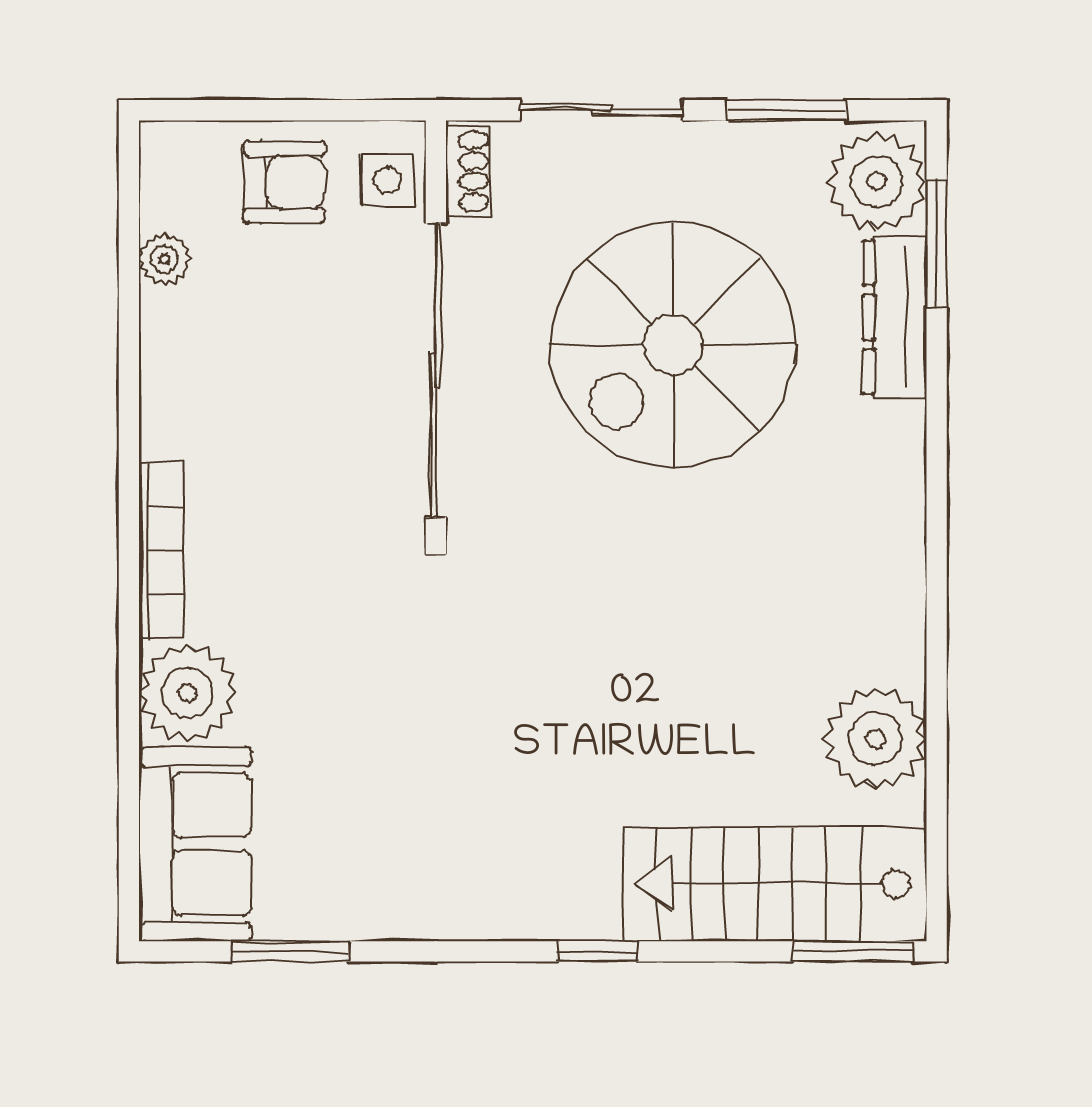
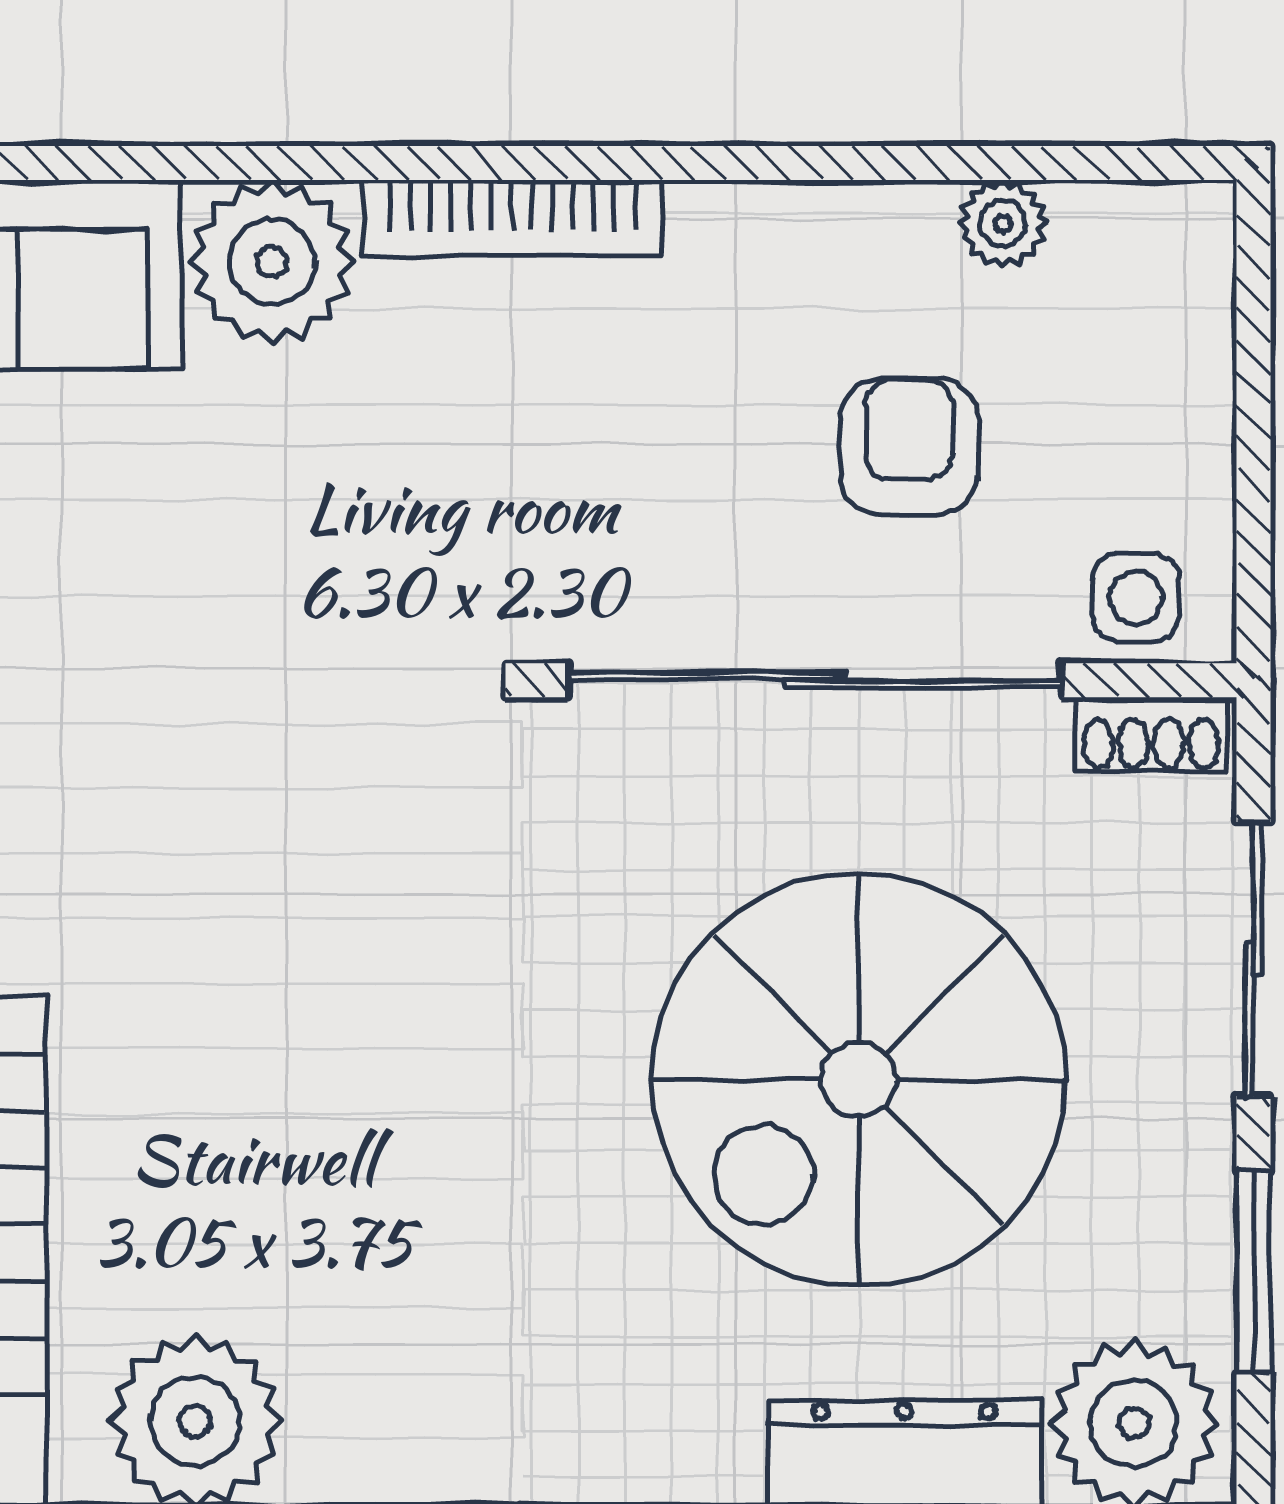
armchair: (284, 182) -> (909, 446), moved, turned 180
spiral stairs: (673, 345) -> (859, 1080), turned -90

